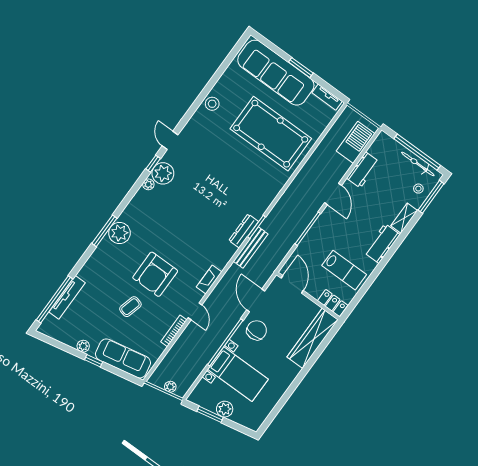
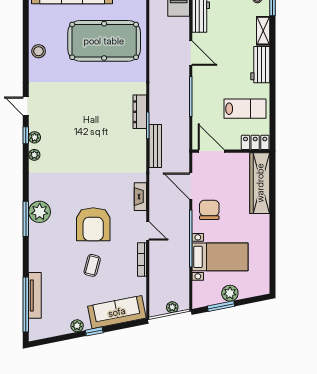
plant: (163, 173) -> (35, 137), width x0.53, depth x0.53
dresser: (244, 231) -> (140, 112), moved

